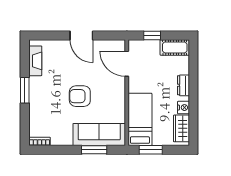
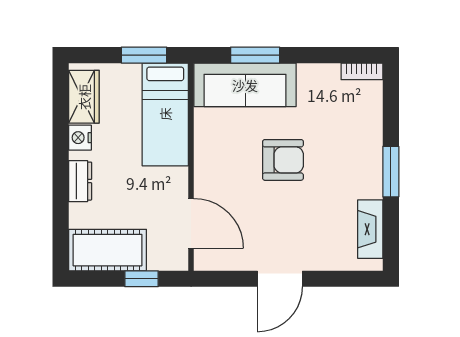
door: (81, 35) -> (280, 279), swing flipped
cot: (175, 47) -> (108, 250), width x1.37, depth x1.34

